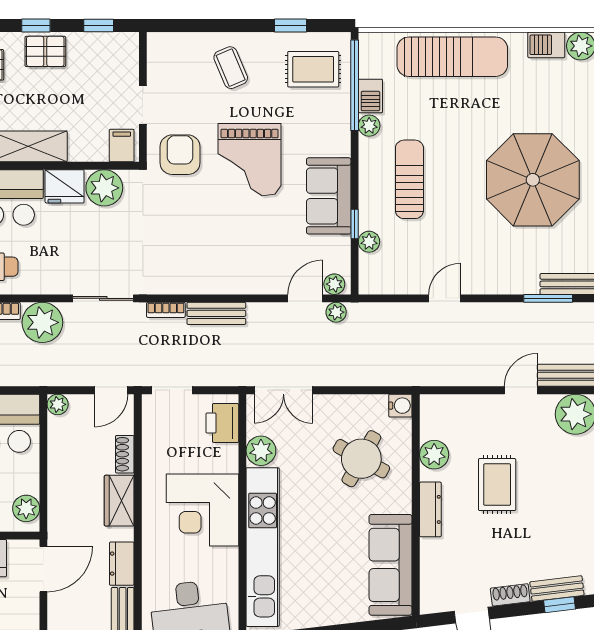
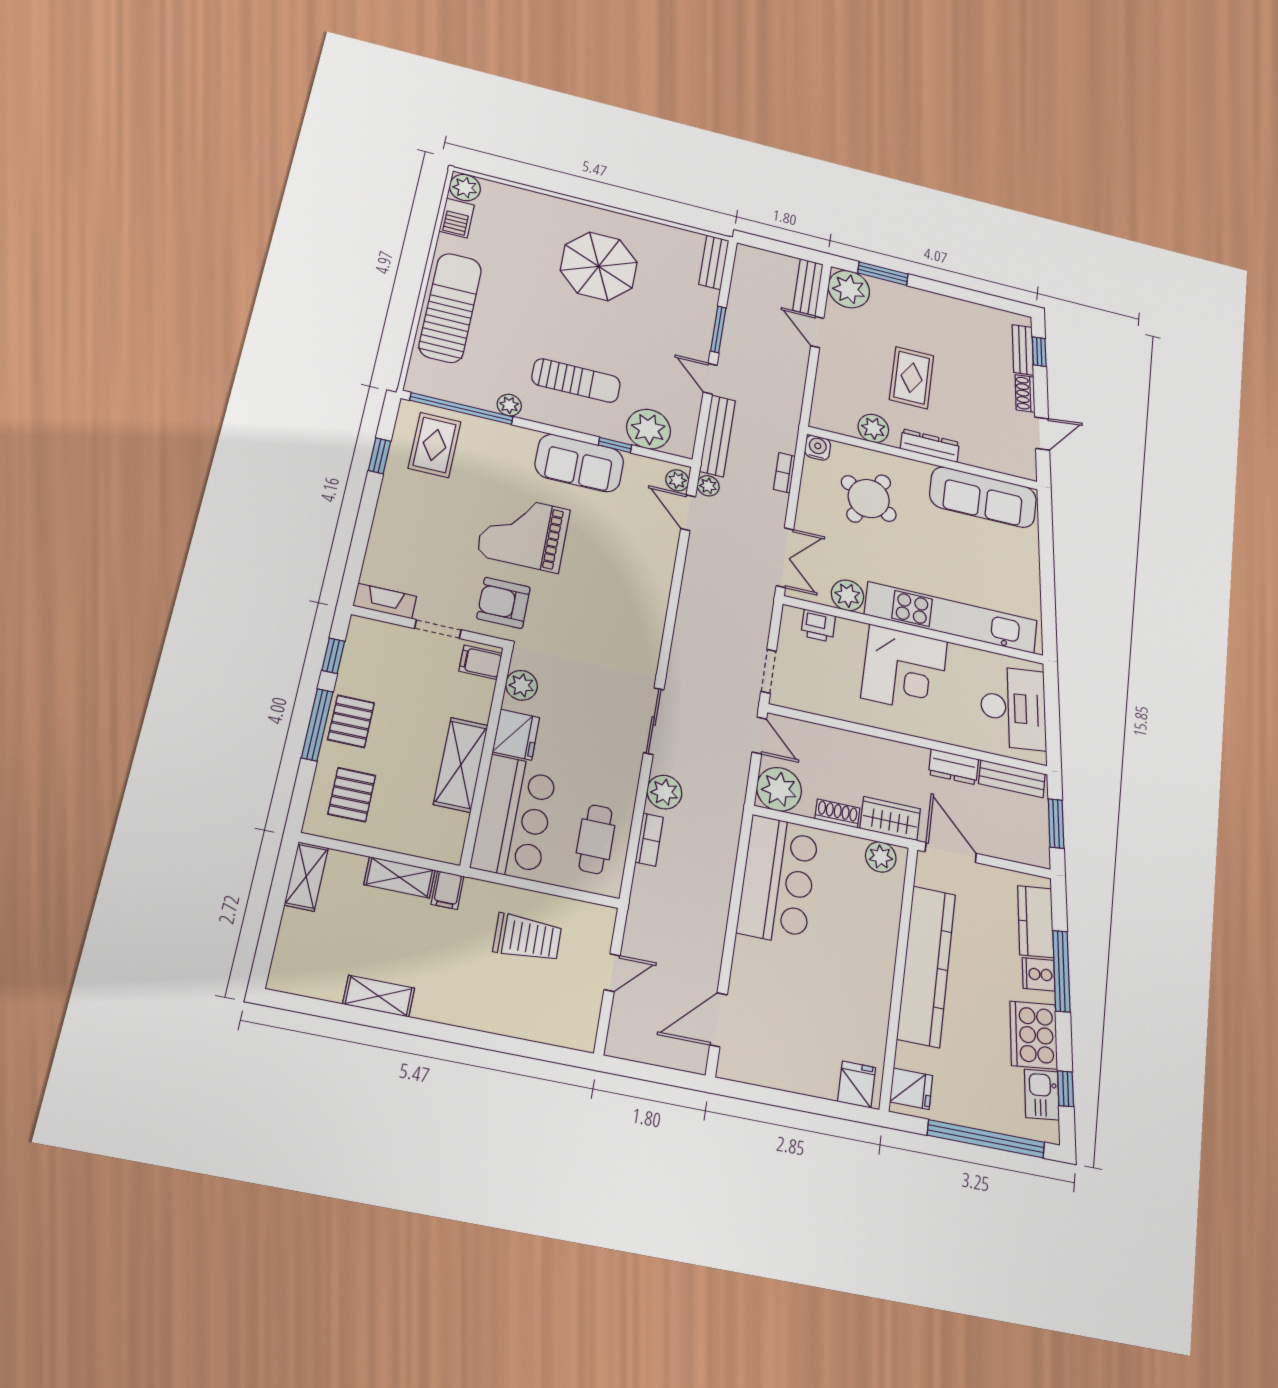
window: (36, 25) -> (317, 725), width x2.17
fireplace: (157, 57) -> (385, 601), added
coffee table: (231, 68) -> (414, 528), removed
barbecue: (370, 96) -> (477, 396), removed
grand piano: (250, 160) -> (523, 532), turned 180
sun lounger: (409, 179) -> (576, 381), turned 180
parasol: (533, 180) -> (599, 266), width x0.73, depth x0.73
plant: (104, 188) -> (522, 685), width x0.73, depth x0.73
plant: (369, 242) -> (649, 429), width x1.88, depth x1.88
window: (548, 298) -> (718, 329), moved
bookcase: (166, 310) -> (784, 473), moved, turned 180
bench: (216, 313) -> (717, 436), moved, width x1.36
plant: (42, 322) -> (664, 792), width x0.73, depth x0.73
plant: (58, 404) -> (779, 789), width x1.87, depth x1.87
printer: (222, 423) -> (818, 626), width x0.73, depth x0.81
shoe rack: (125, 454) -> (837, 813), moved, turned 180
rug: (497, 485) -> (912, 378), turned 90
wardrobe: (119, 501) -> (890, 819), moved, turned 180

